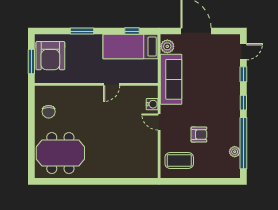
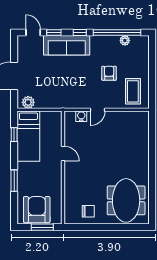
armchair: (50, 56) -> (37, 210), turned -90
sofa: (171, 79) -> (67, 45), moved, turned 180

